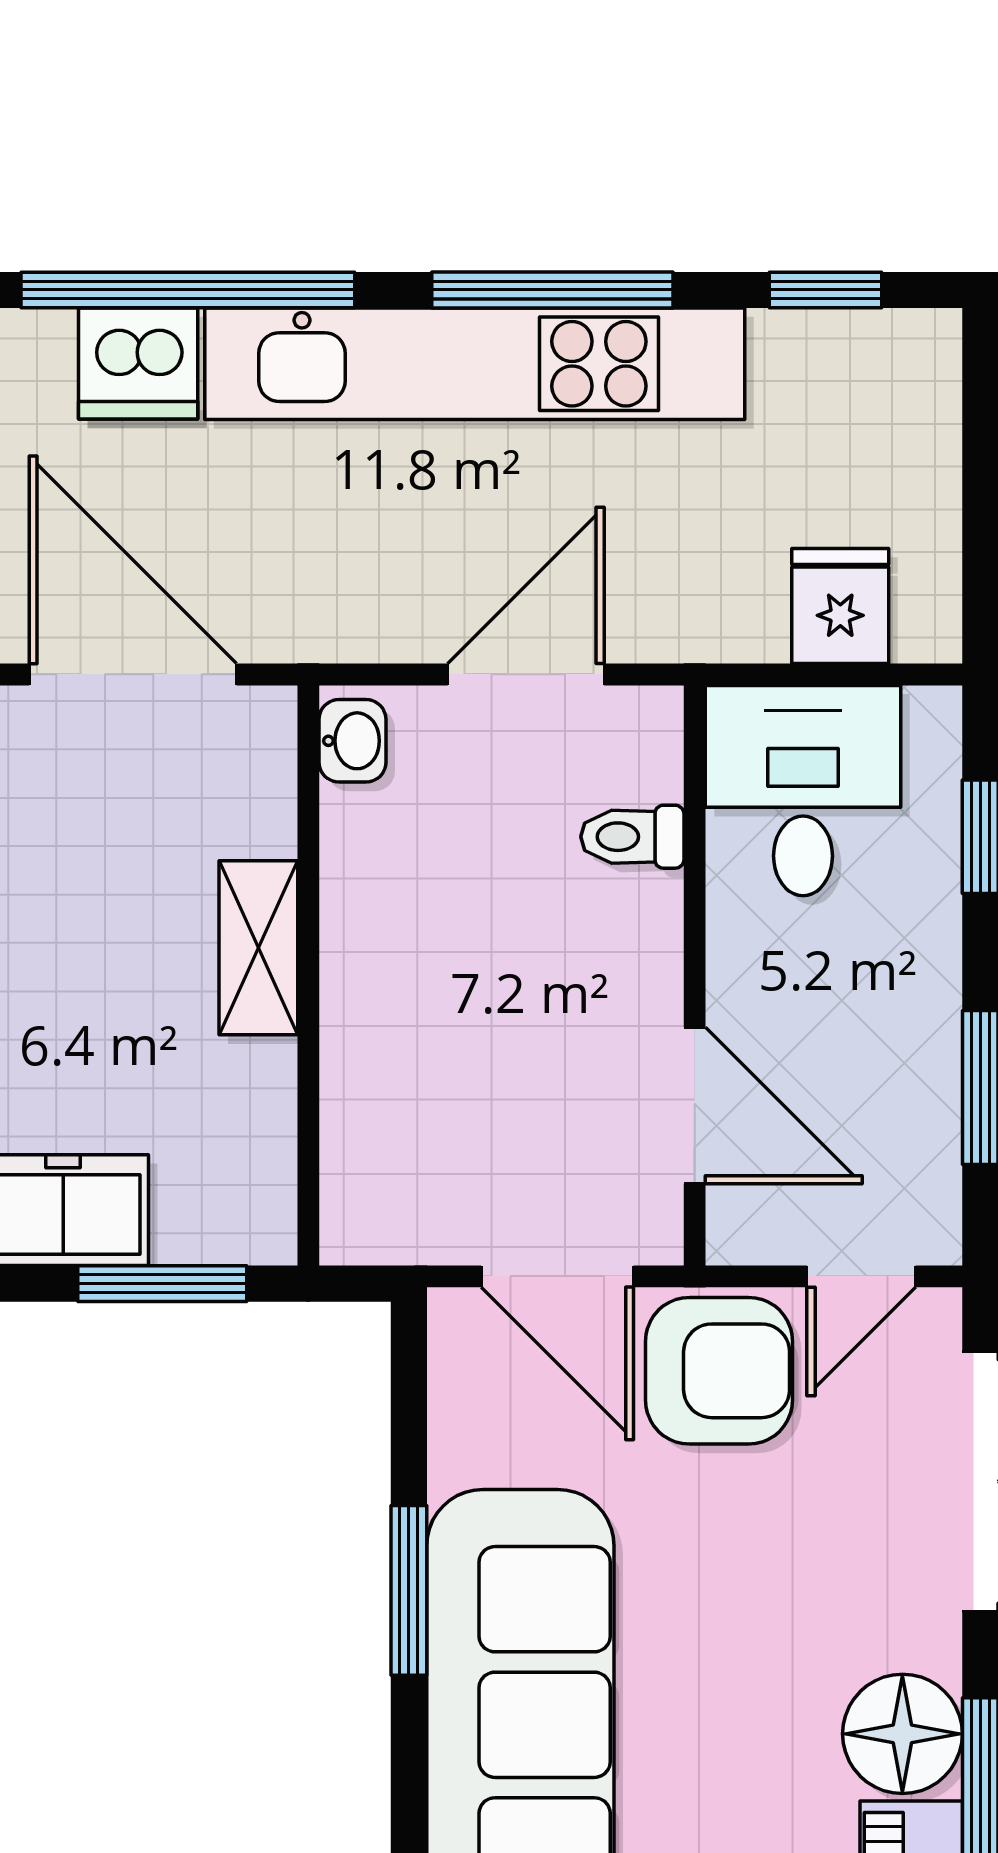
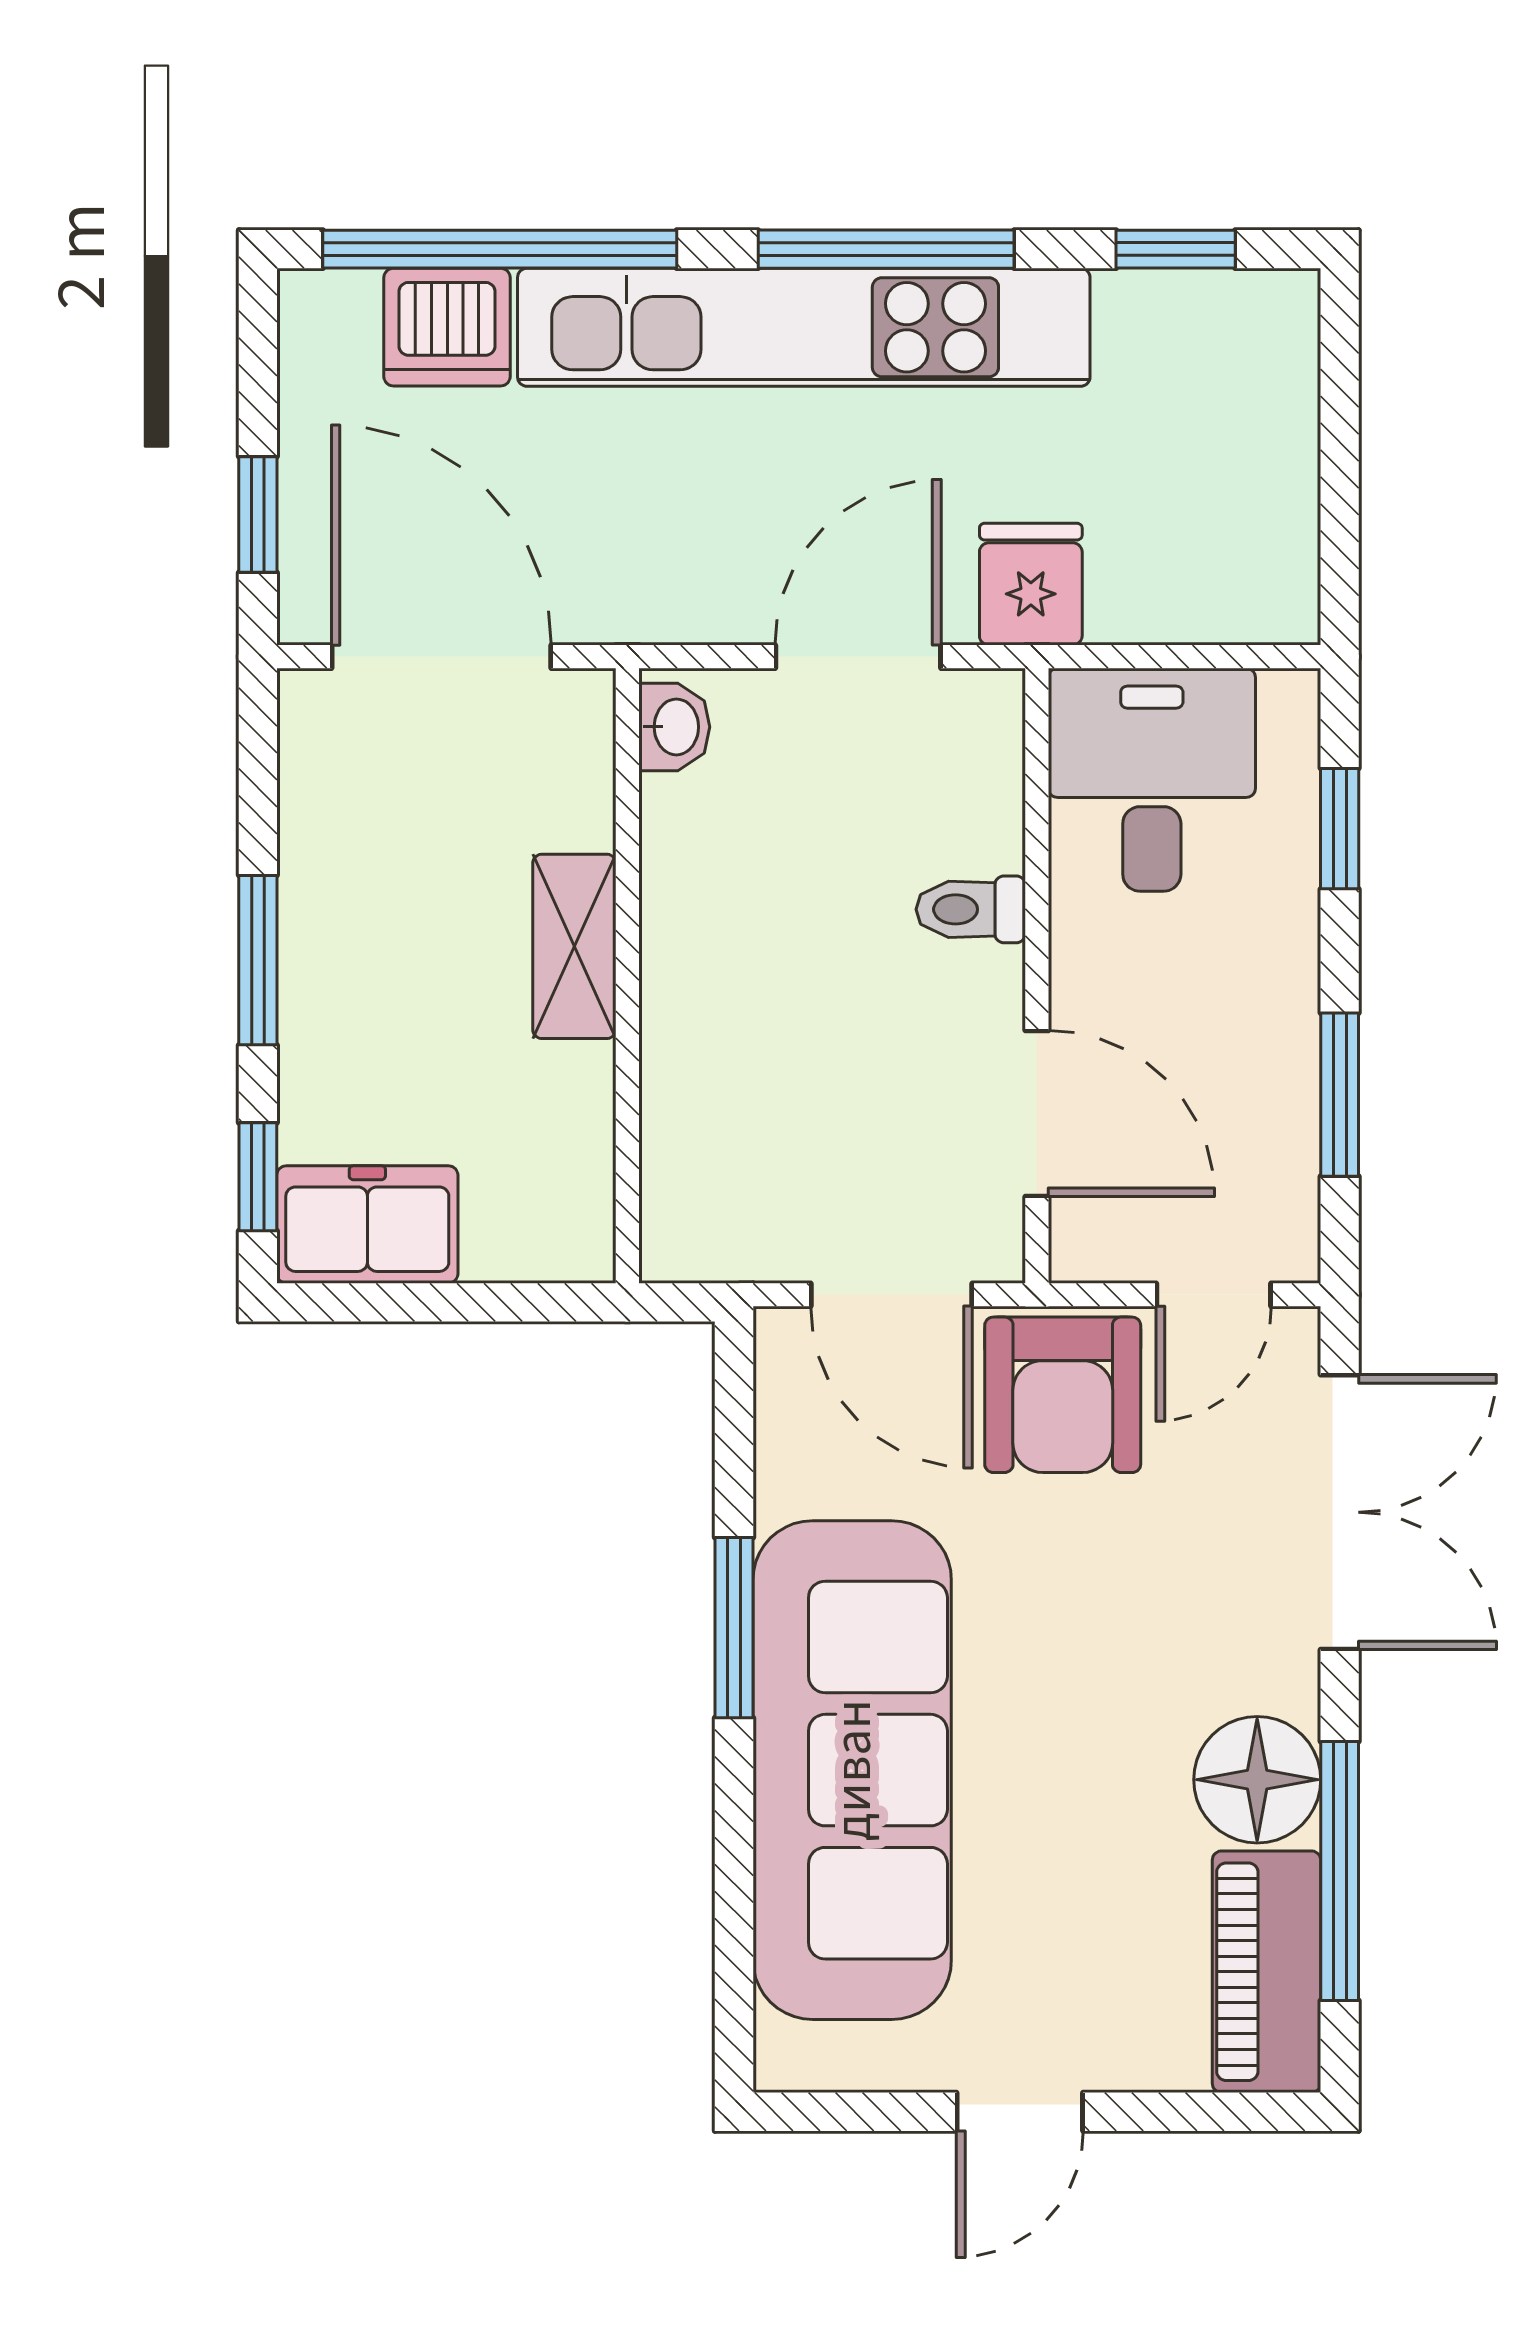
fridge: (840, 606) -> (1031, 584), moved
toilet: (632, 837) -> (971, 909), moved
window: (162, 1284) -> (473, 1302), removed
armchair: (719, 1371) -> (1063, 1395), turned 90

